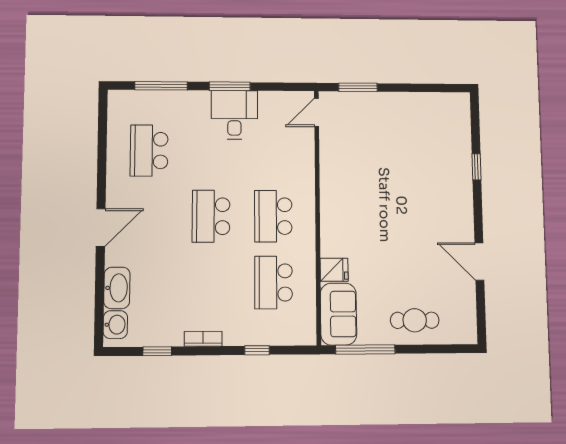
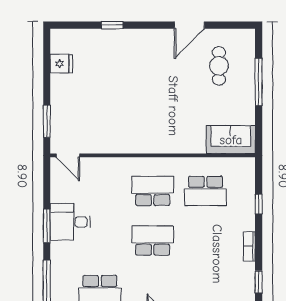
school desk: (211, 216) -> (153, 241), turned 180
school desk: (273, 216) -> (153, 191), turned 180
fridge: (334, 270) -> (61, 64), moved, turned 90
cafe table: (415, 320) -> (219, 66), moved
window: (365, 349) -> (259, 82), moved

